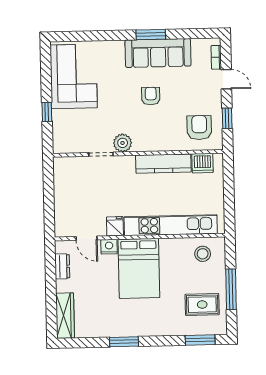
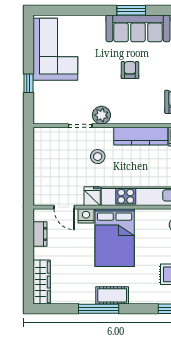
stool: (120, 186) -> (98, 157), added
cot: (138, 328) -> (112, 295), added
window: (124, 342) -> (99, 309), width x1.44

